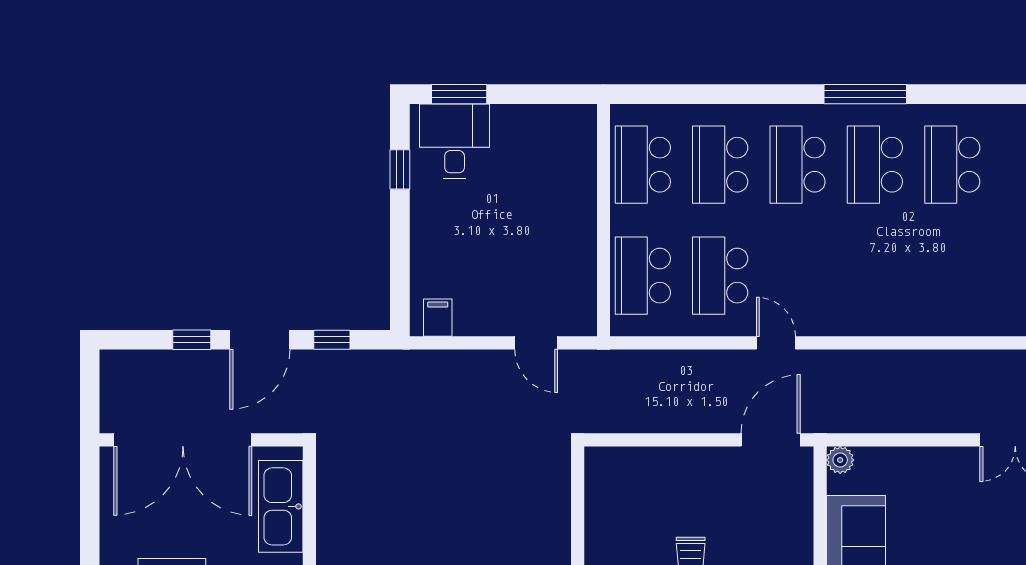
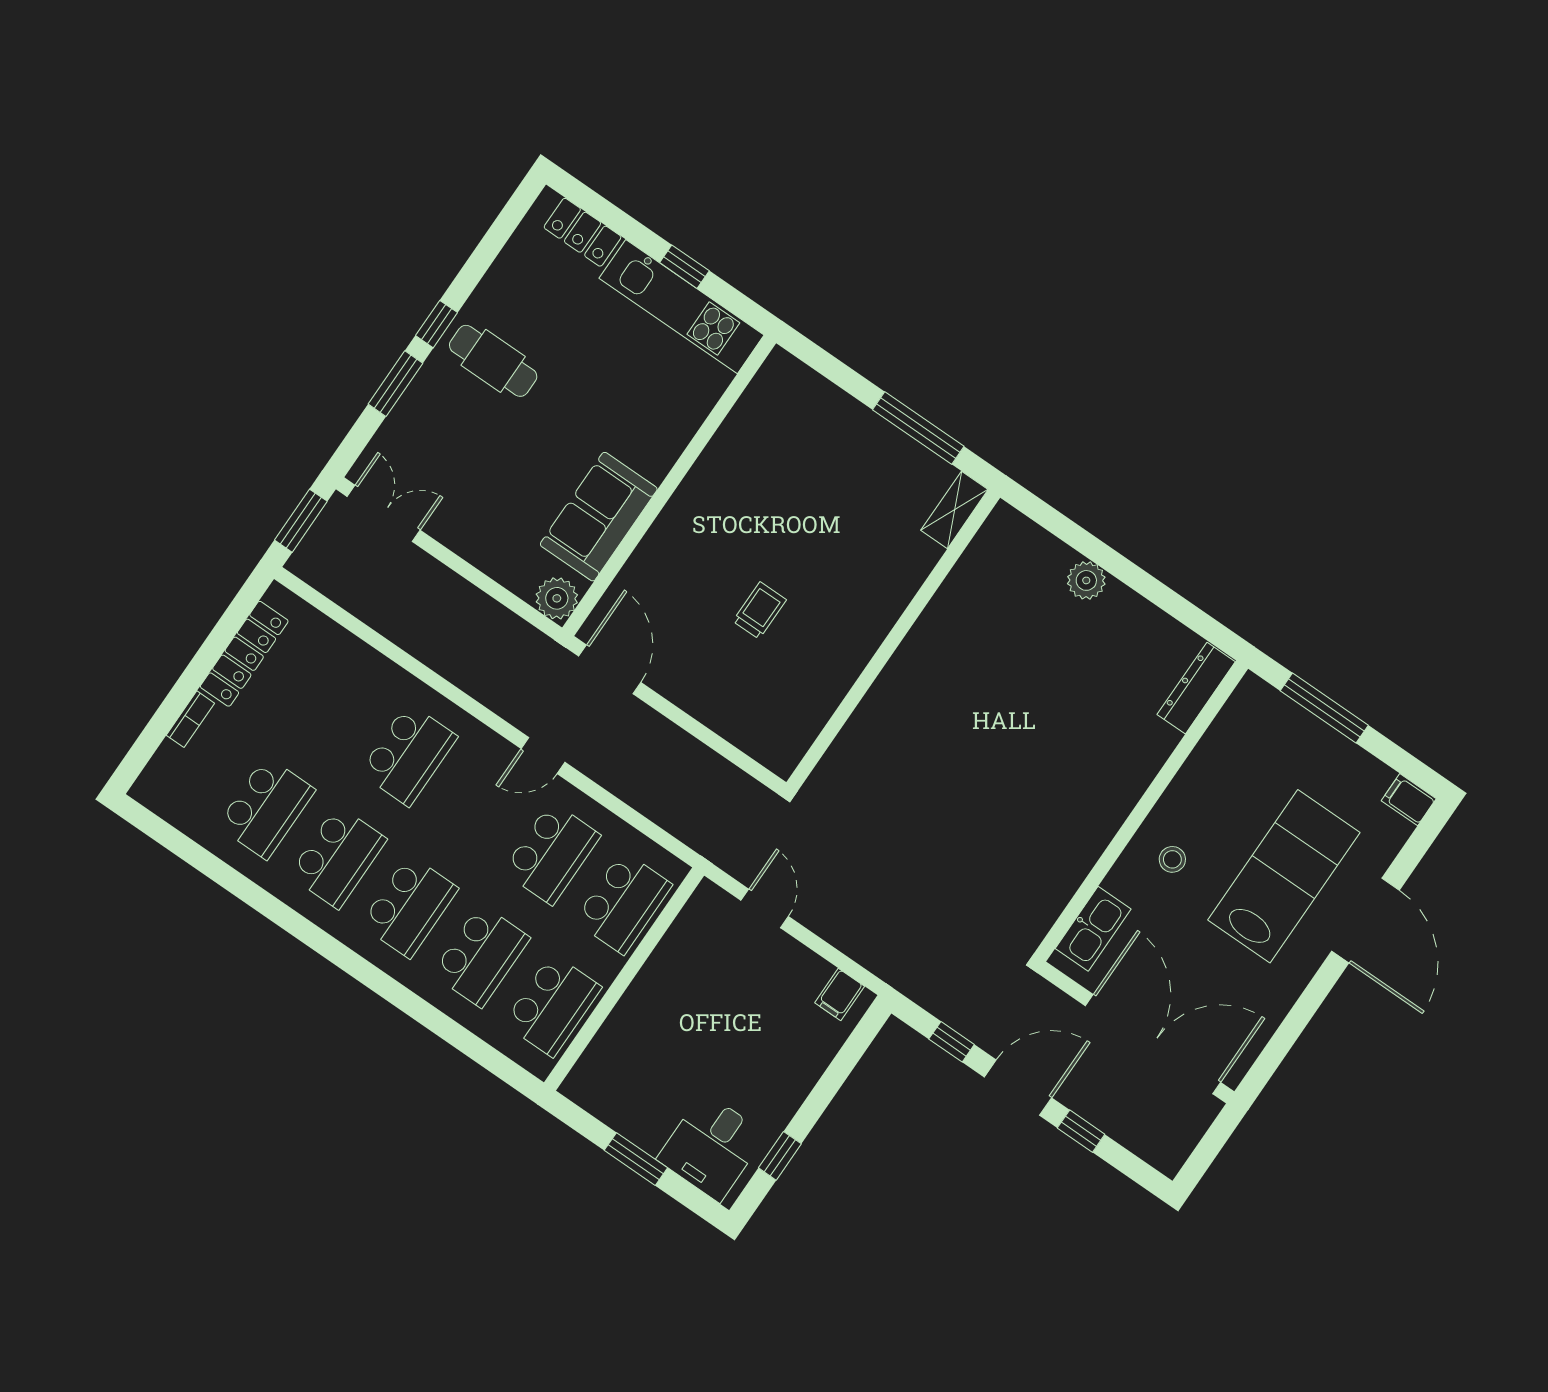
window: (459, 94) -> (636, 1159), moved
window: (865, 94) -> (302, 929), removed
school desk: (875, 276) -> (409, 755), added
door: (776, 343) -> (543, 755), hinge flipped
door: (771, 440) -> (610, 669), swing flipped
plant: (840, 460) -> (557, 598), width x1.38, depth x1.38
kitchen sink: (281, 506) -> (1093, 929), width x0.73, depth x0.81

